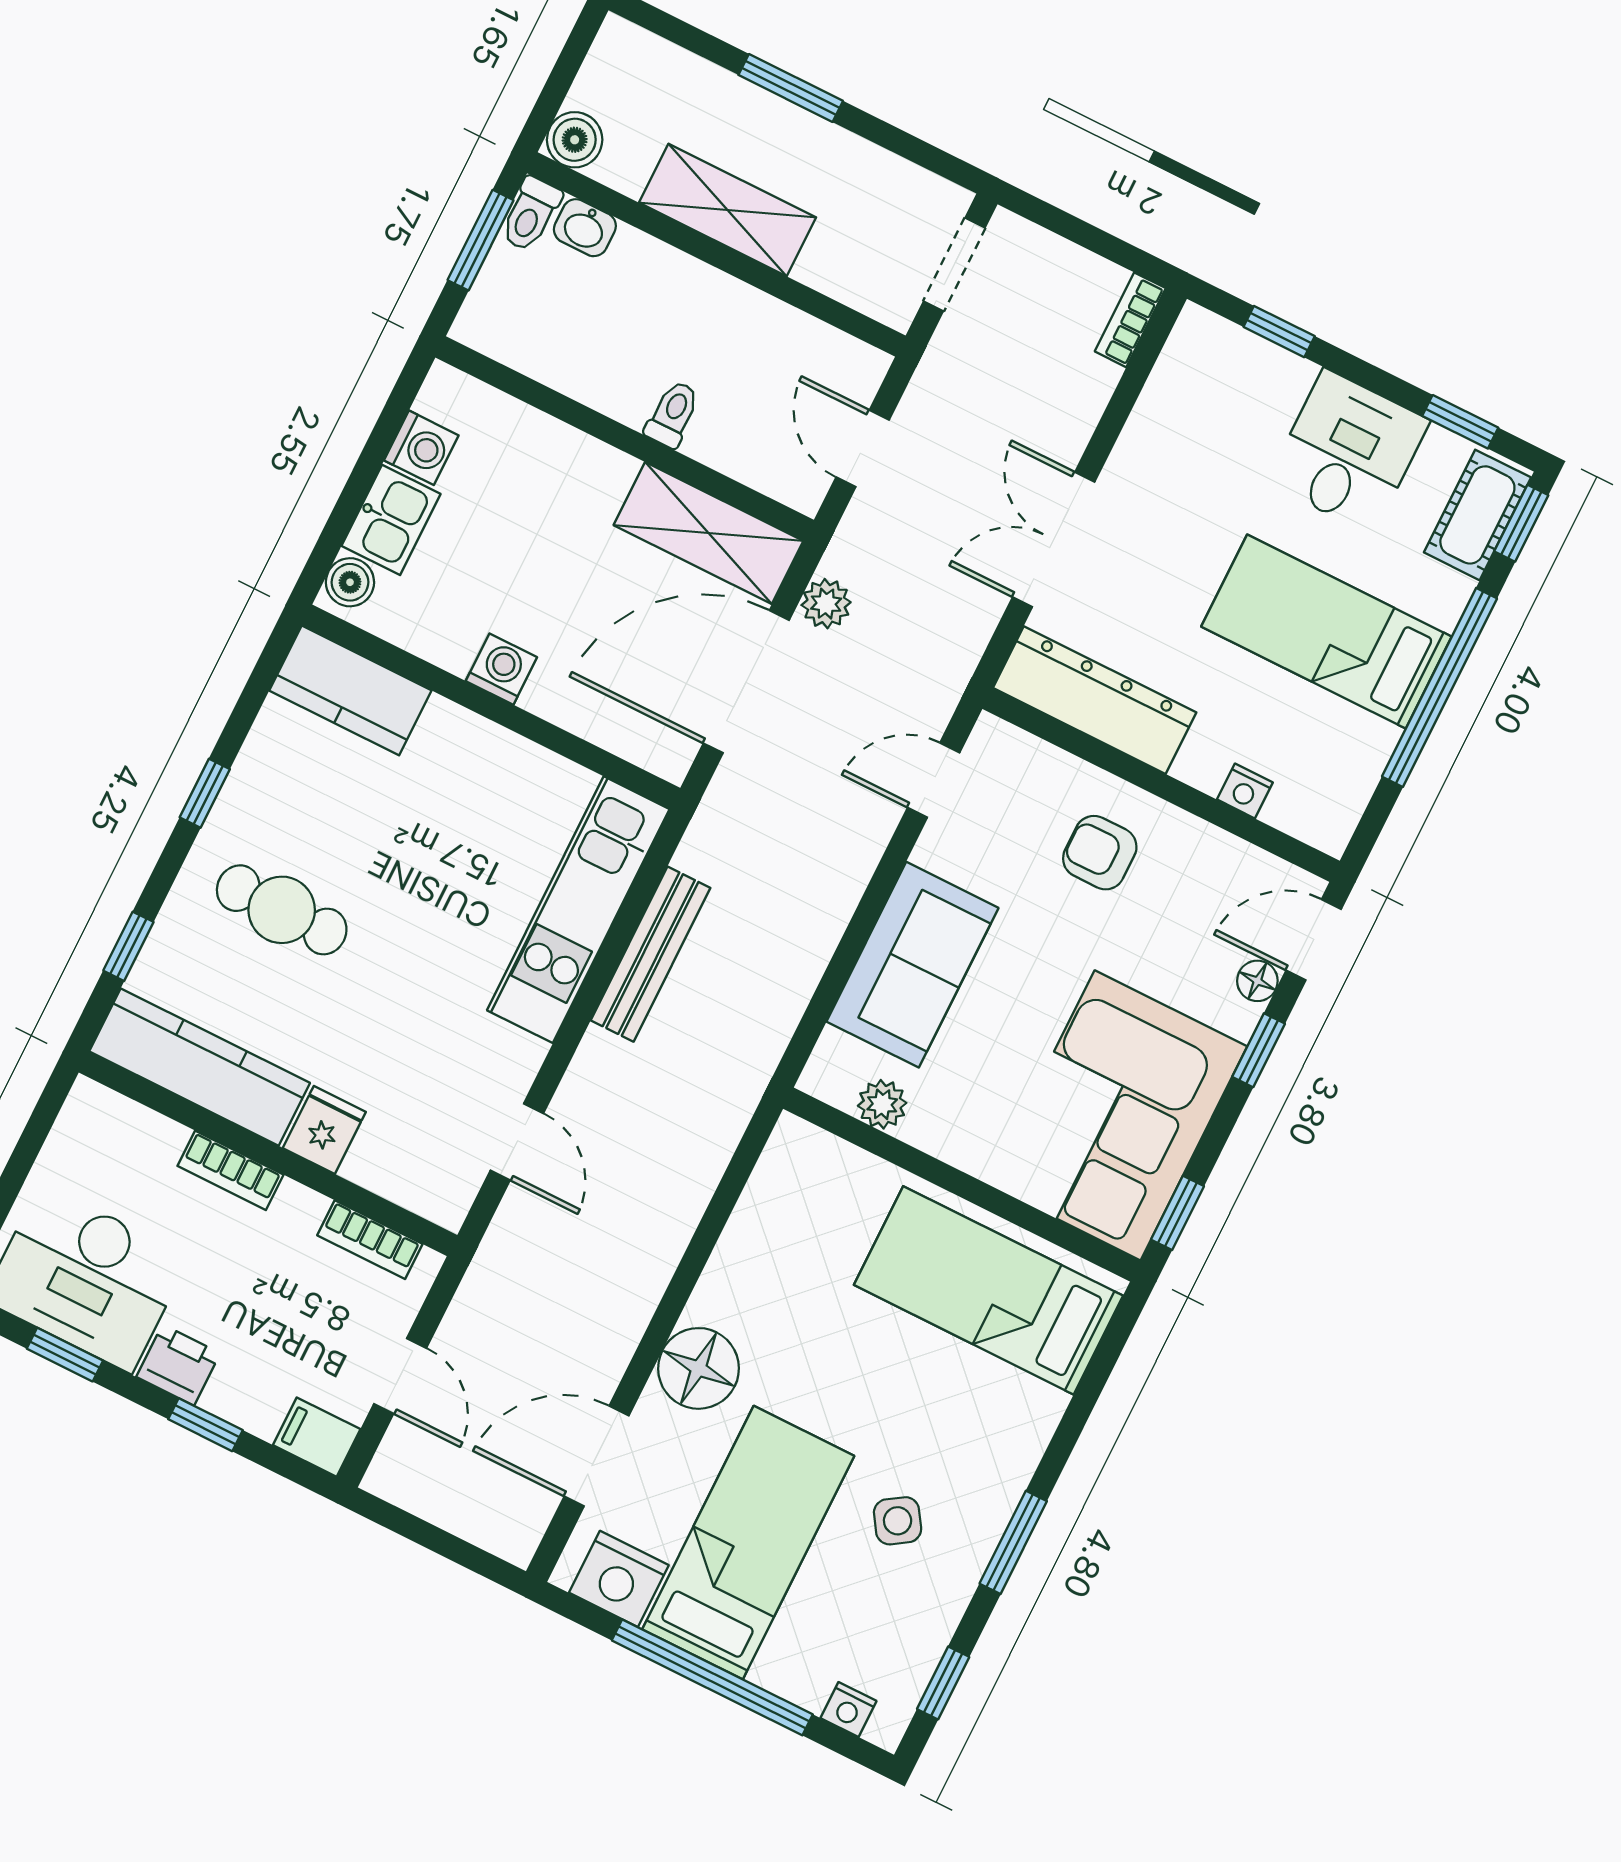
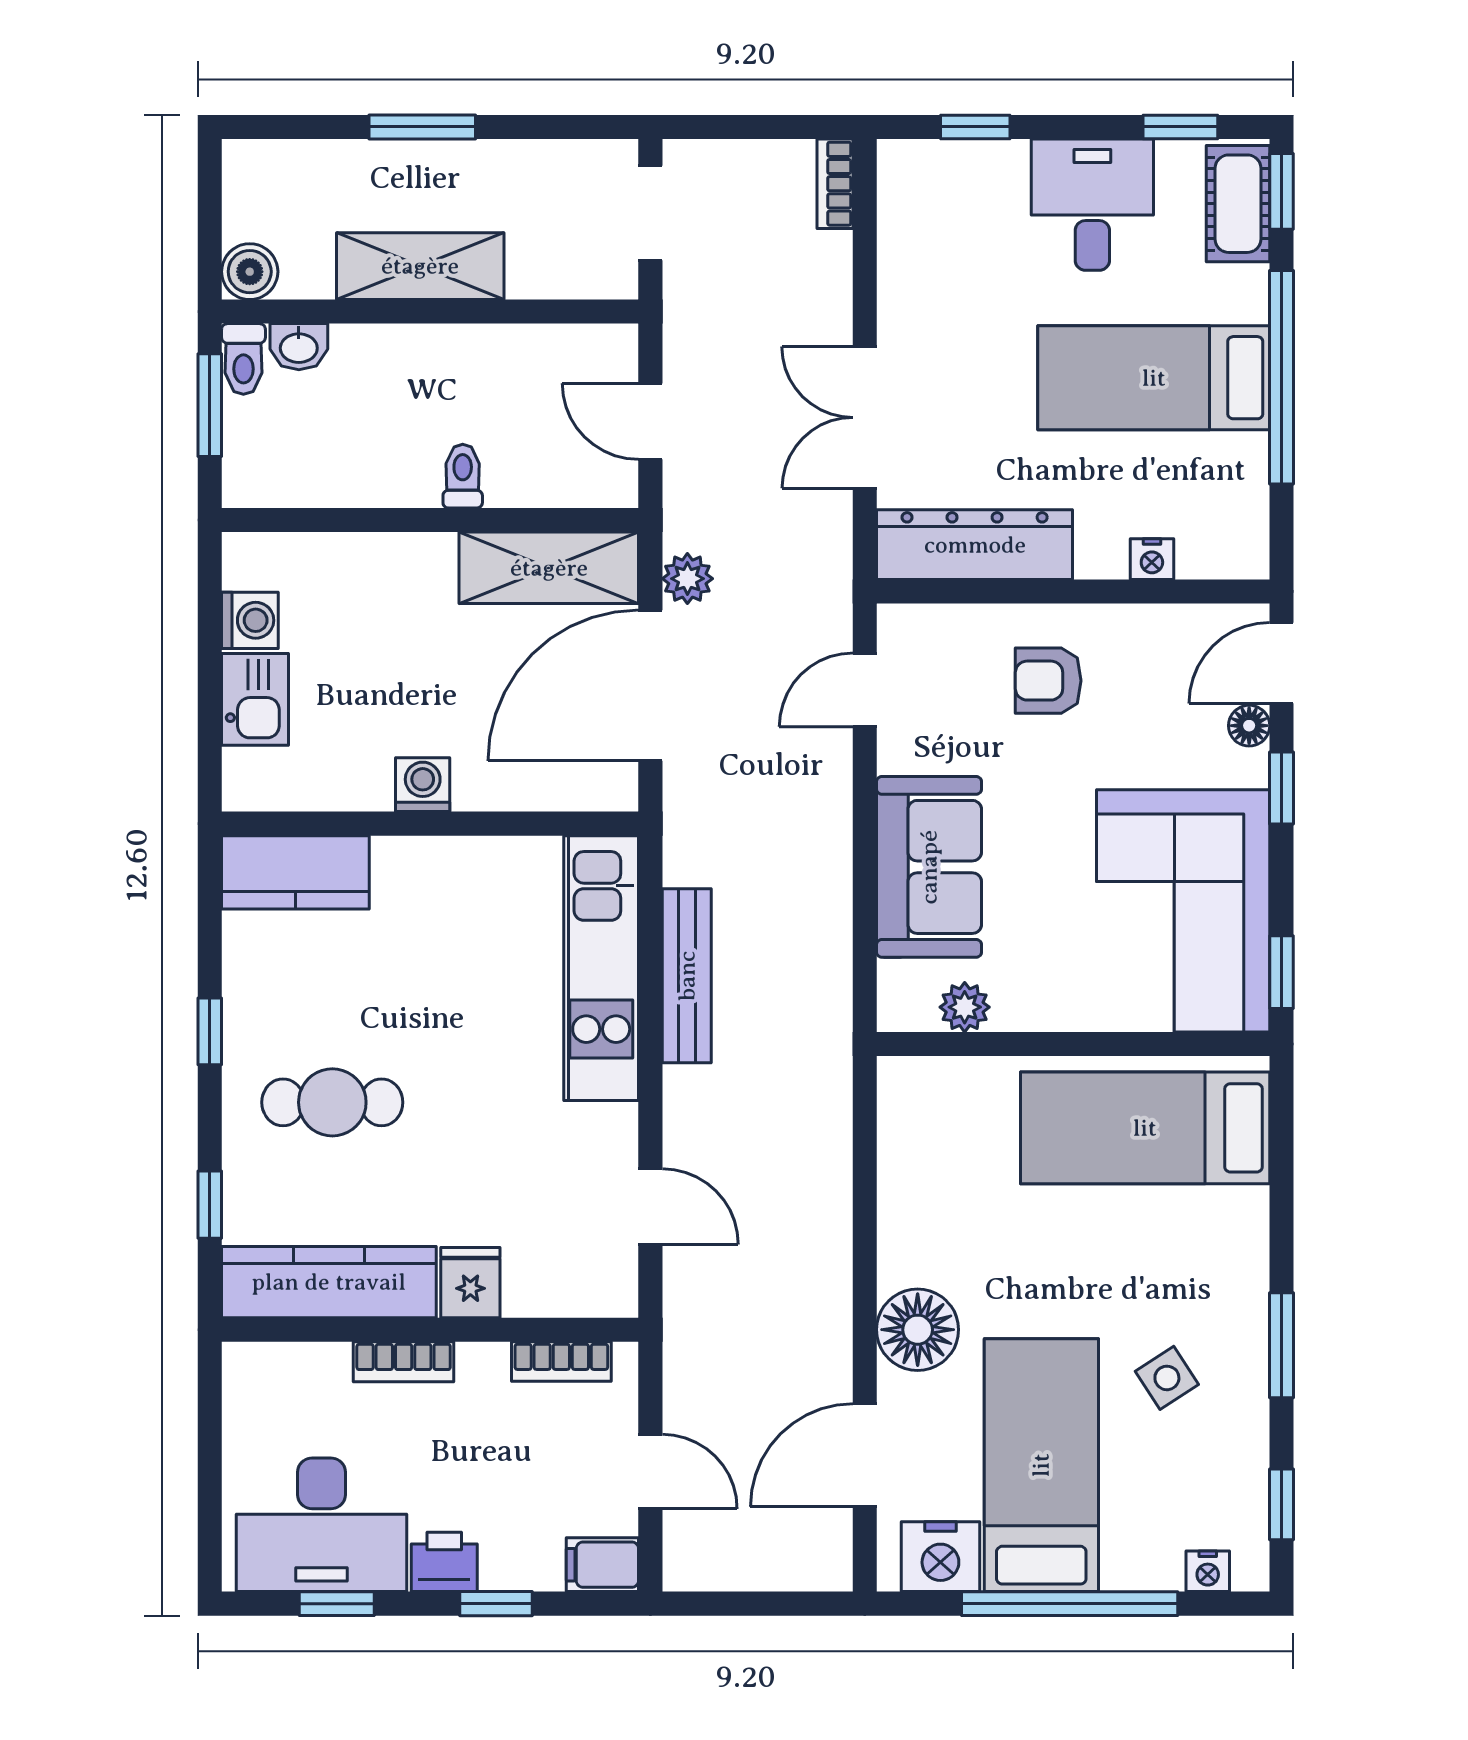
boiler: (350, 582) -> (246, 774), removed

